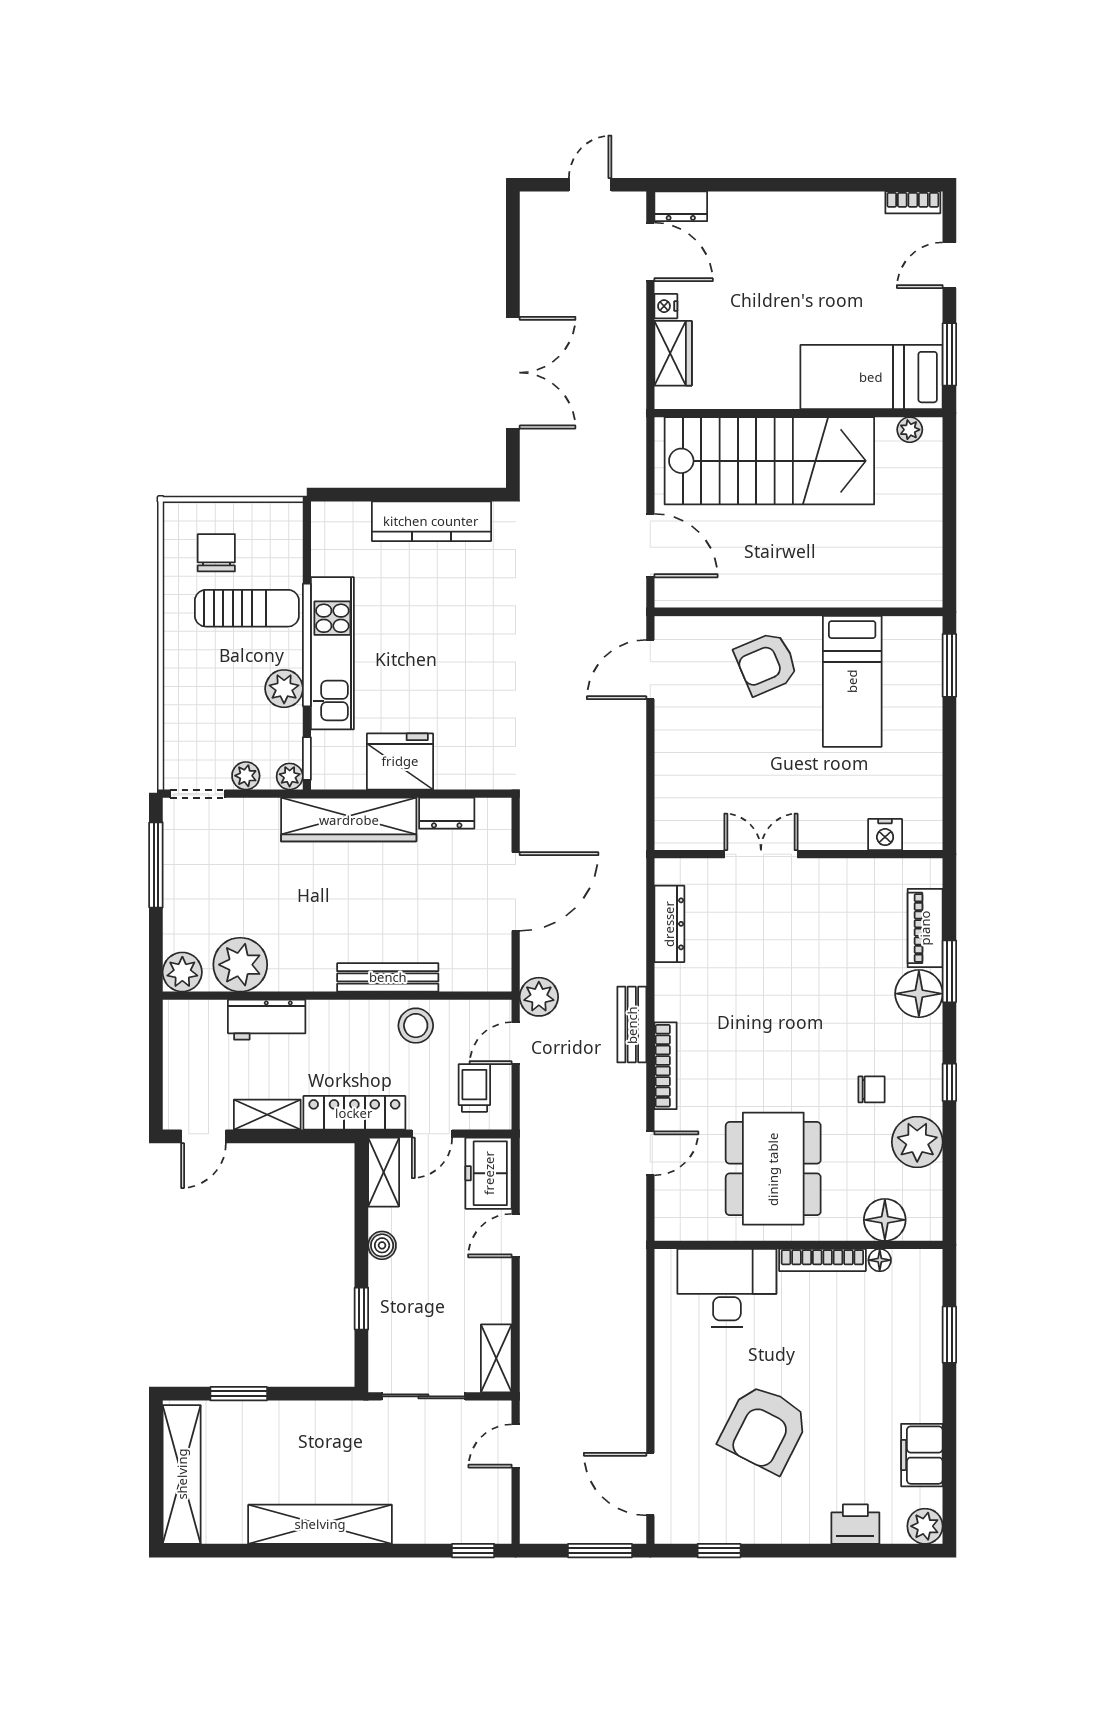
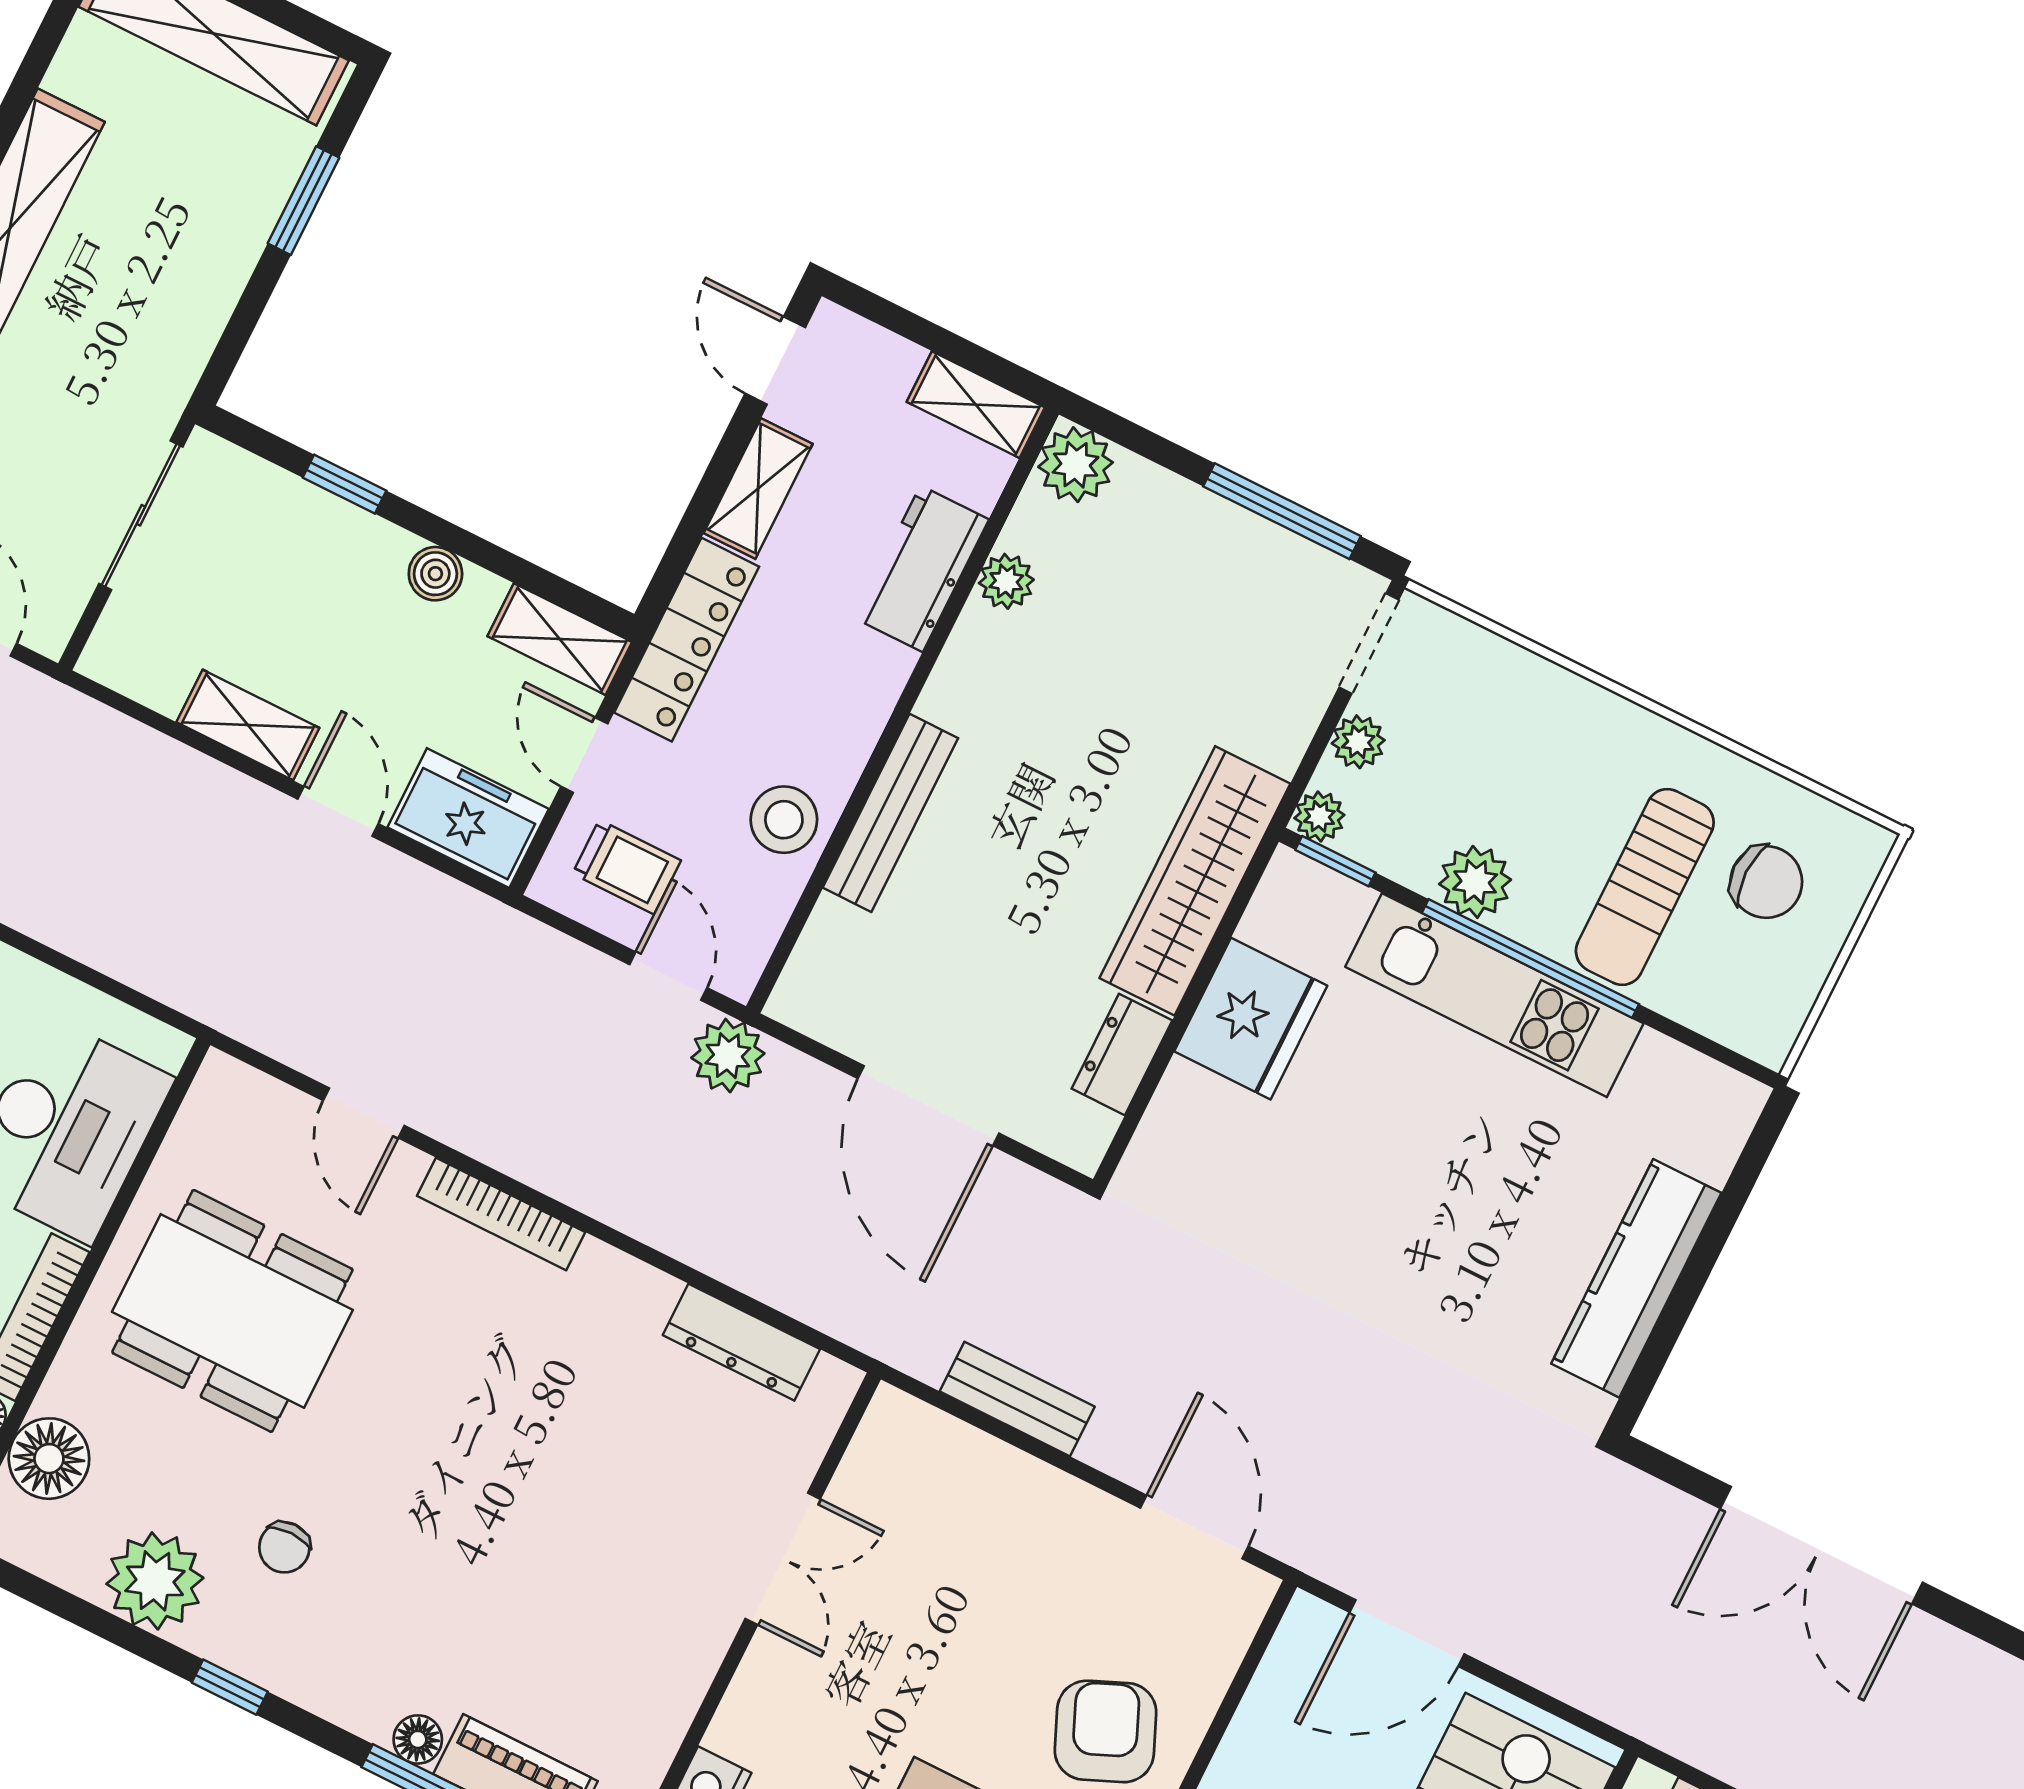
plant: (240, 965) -> (1006, 581), width x0.53, depth x0.53
floor lamp: (919, 994) -> (418, 1739), width x0.53, depth x0.53
bench: (632, 1025) -> (1017, 1399), moved
shelving: (178, 1033) -> (976, 405), added
shelving: (496, 1358) -> (248, 725), moved

